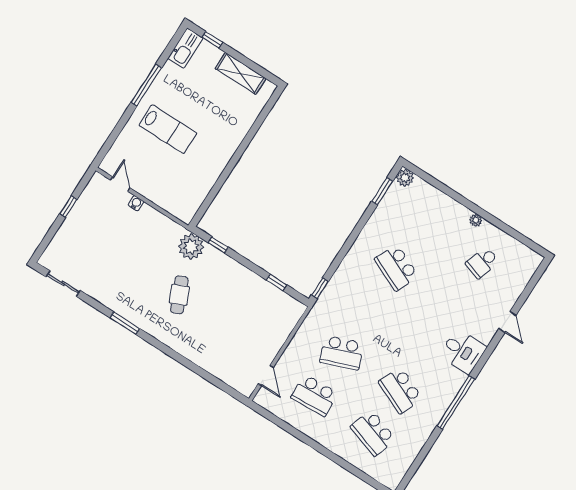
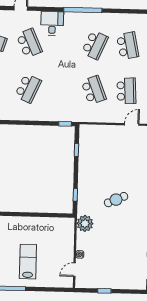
plant: (191, 247) -> (85, 223), moved
school desk: (455, 305) -> (29, 43), added
school desk: (373, 433) -> (128, 46), turned -30

